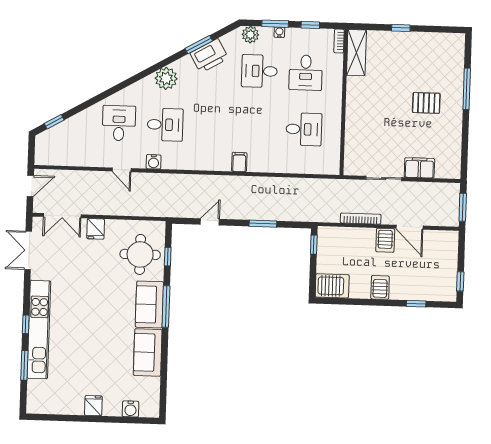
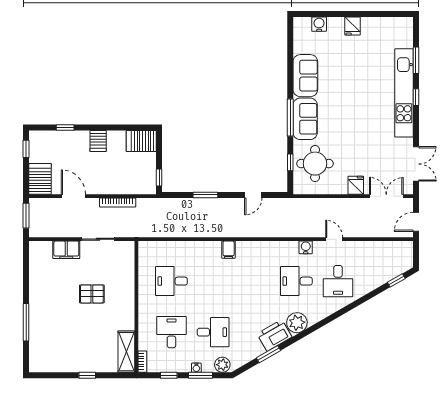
printer: (209, 56) -> (274, 335), moved
pallet: (426, 103) -> (92, 294), moved
server rack: (385, 240) -> (40, 179), moved, width x1.36, depth x1.44

